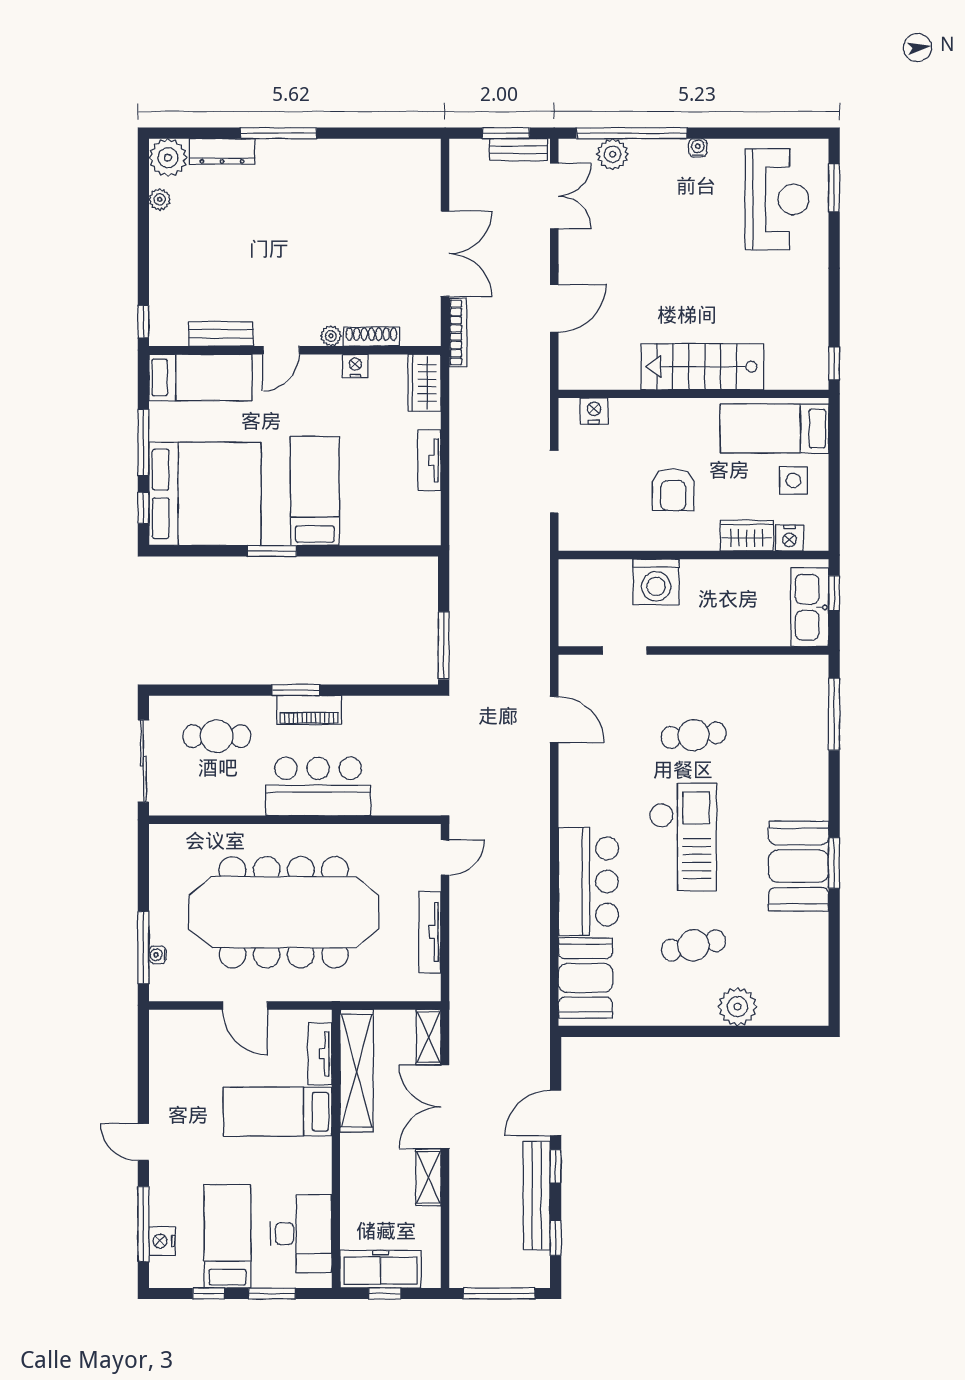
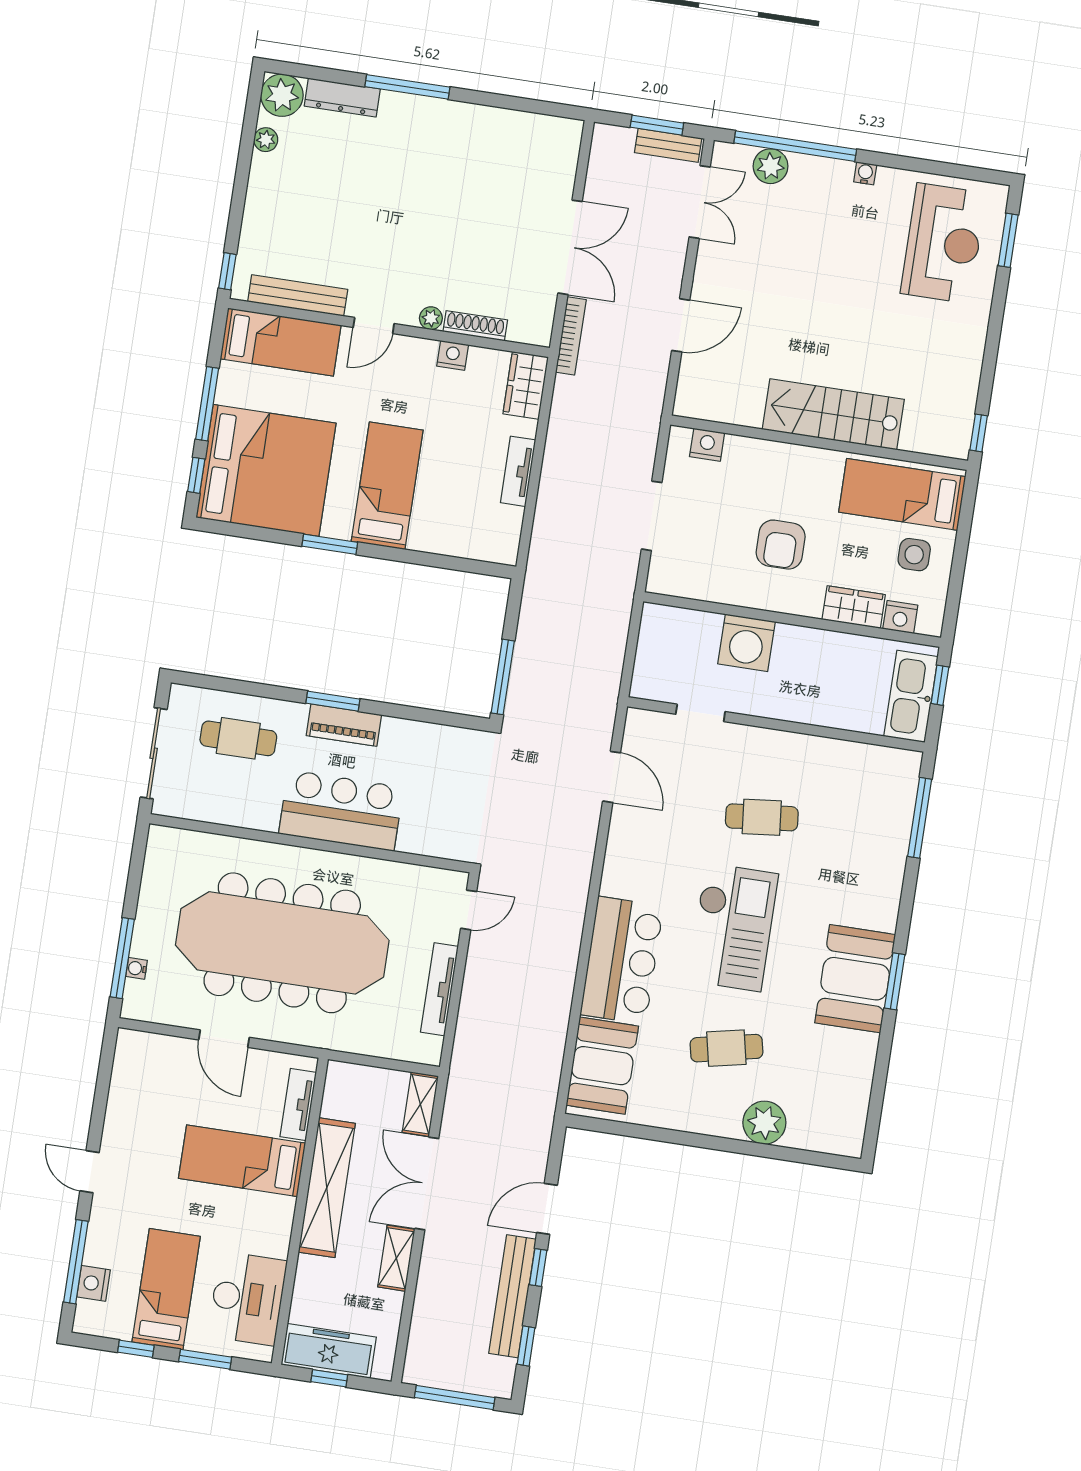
bench: (221, 334) -> (298, 296), width x1.36
shelving: (357, 1071) -> (327, 1188), moved

